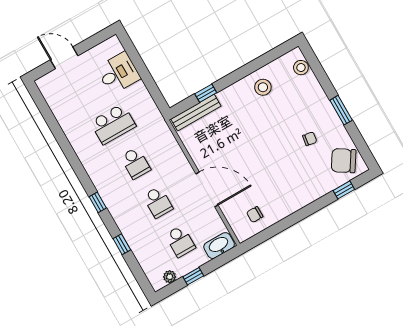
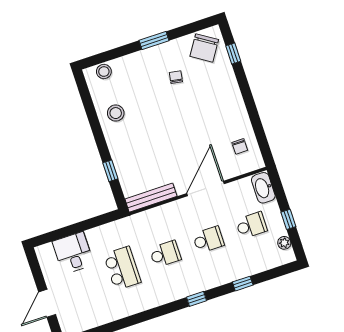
bench: (196, 112) -> (151, 198), moved, turned 90

